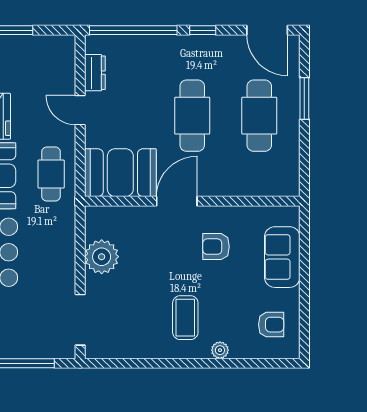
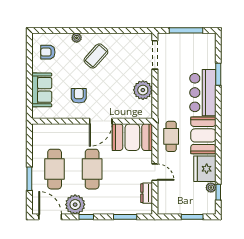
window: (133, 30) -> (125, 217), width x0.47
plant: (222, 52) -> (75, 205), added
armchair: (216, 247) -> (79, 96), turned -90
coffee table: (185, 318) -> (96, 56), turned 42

